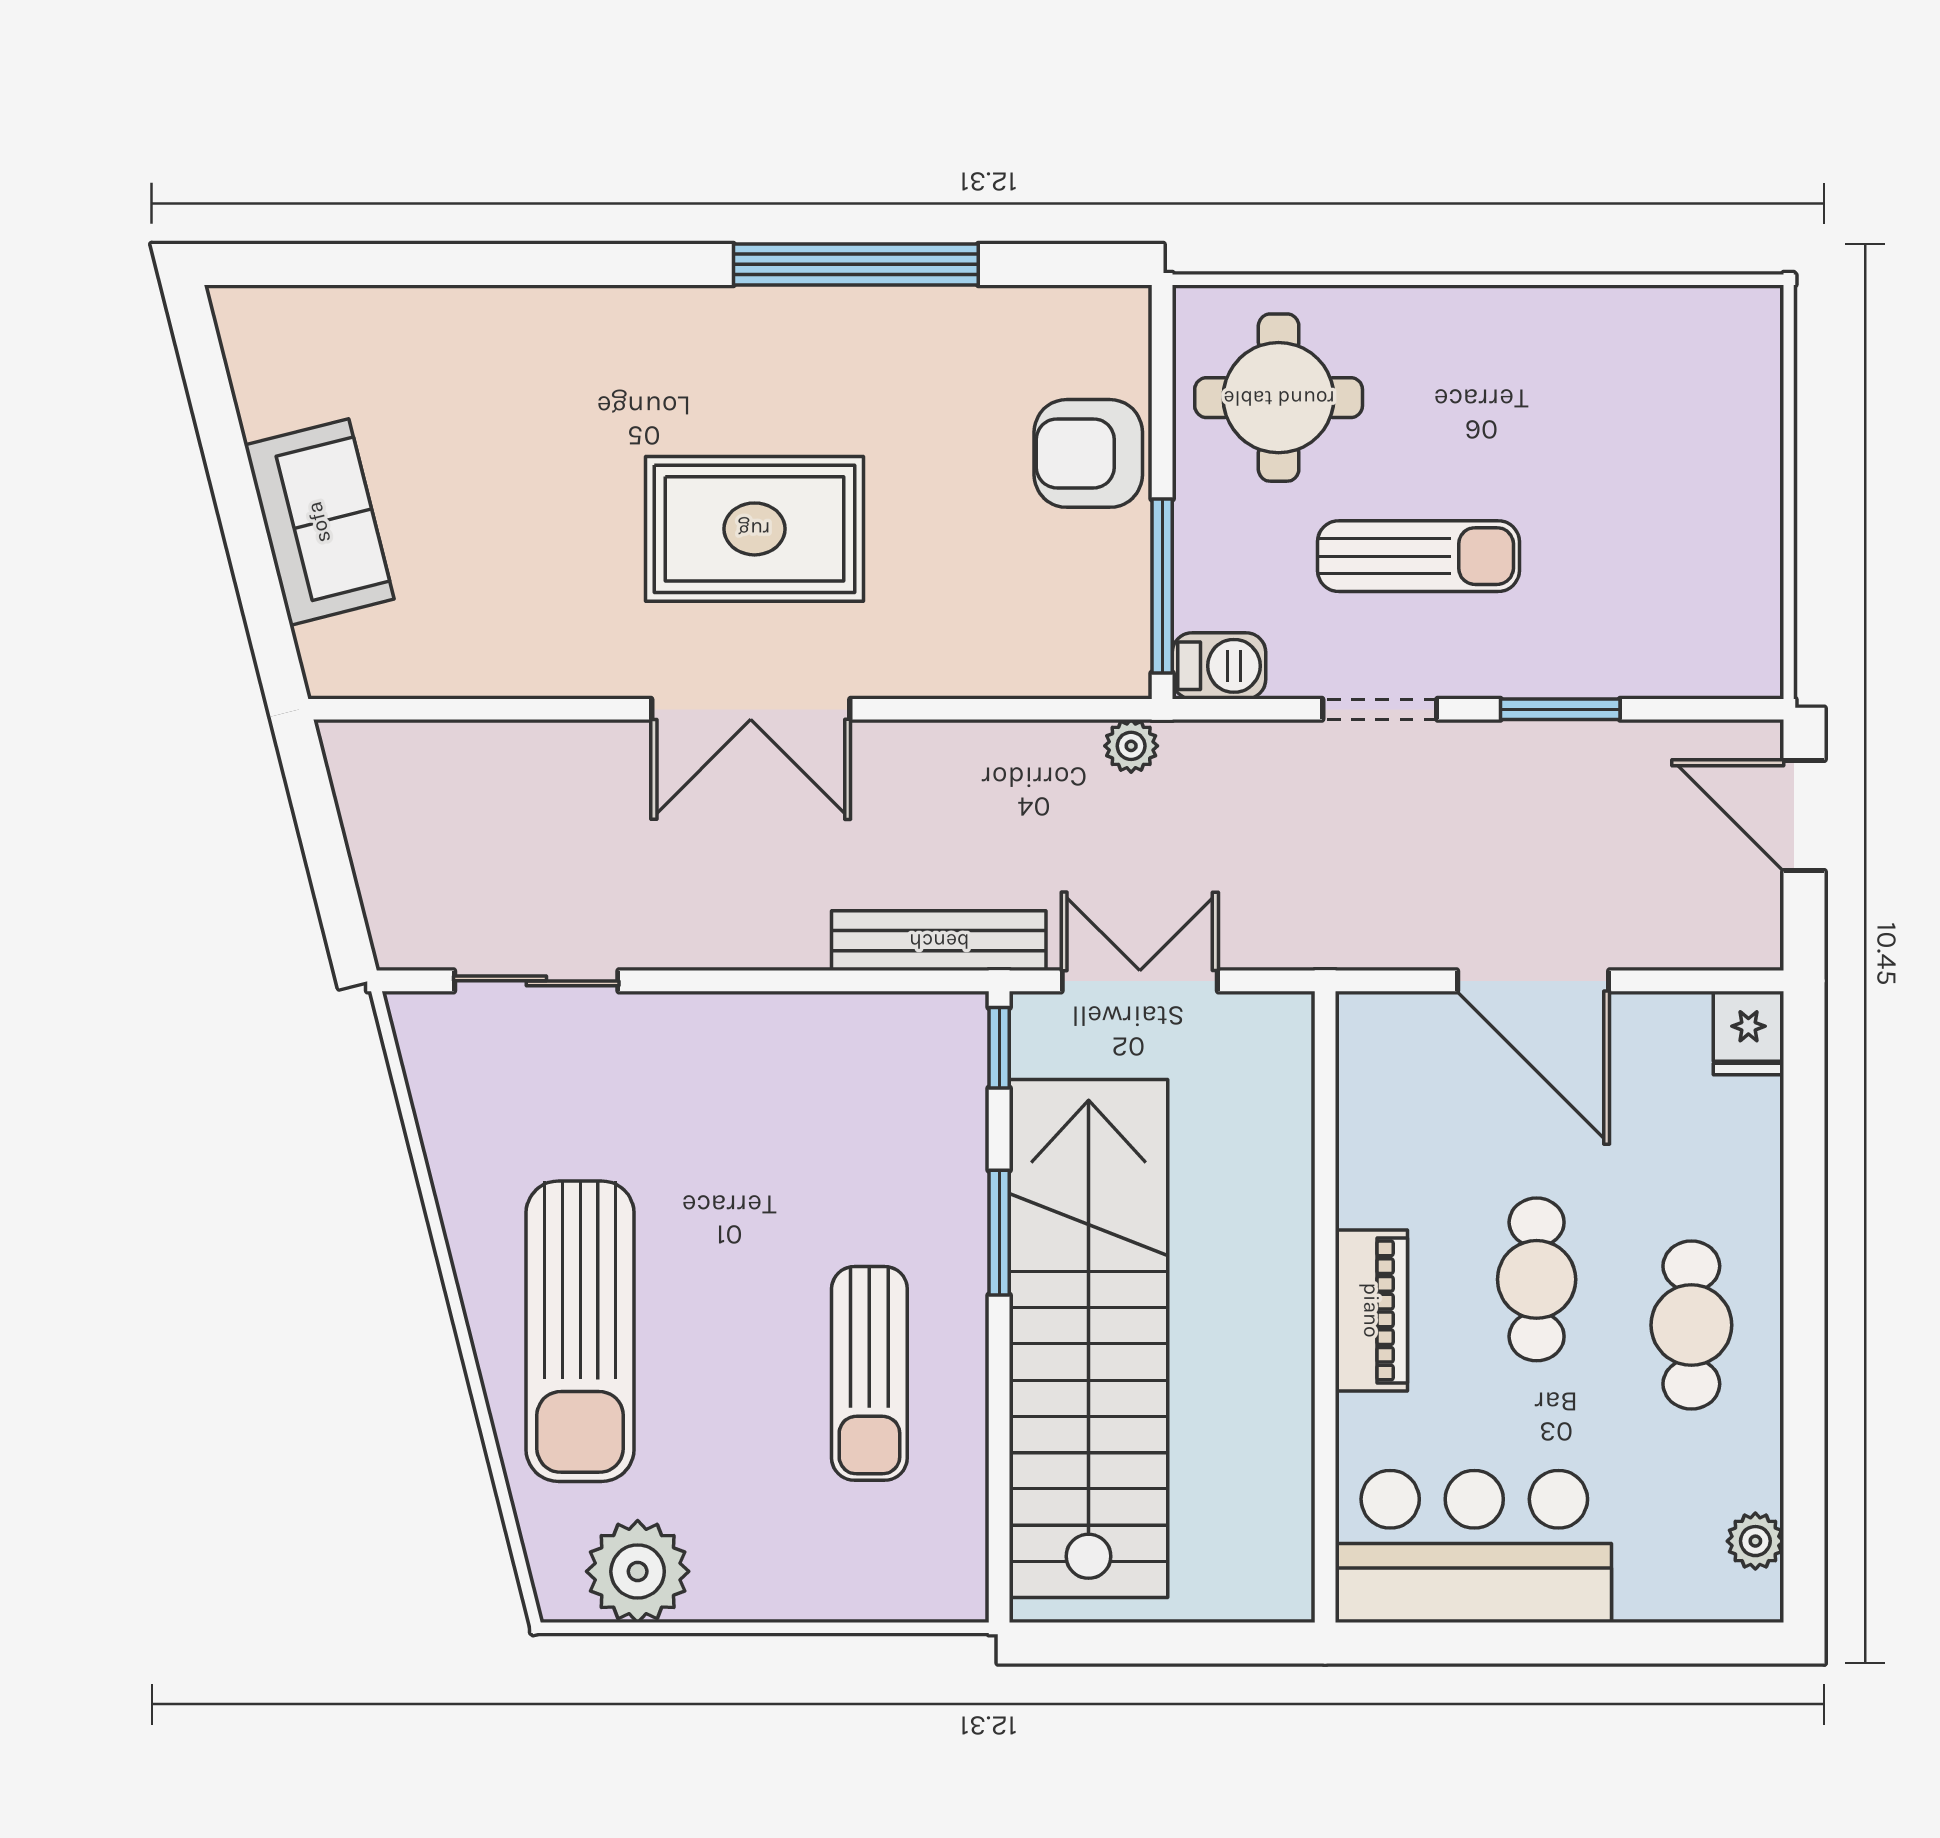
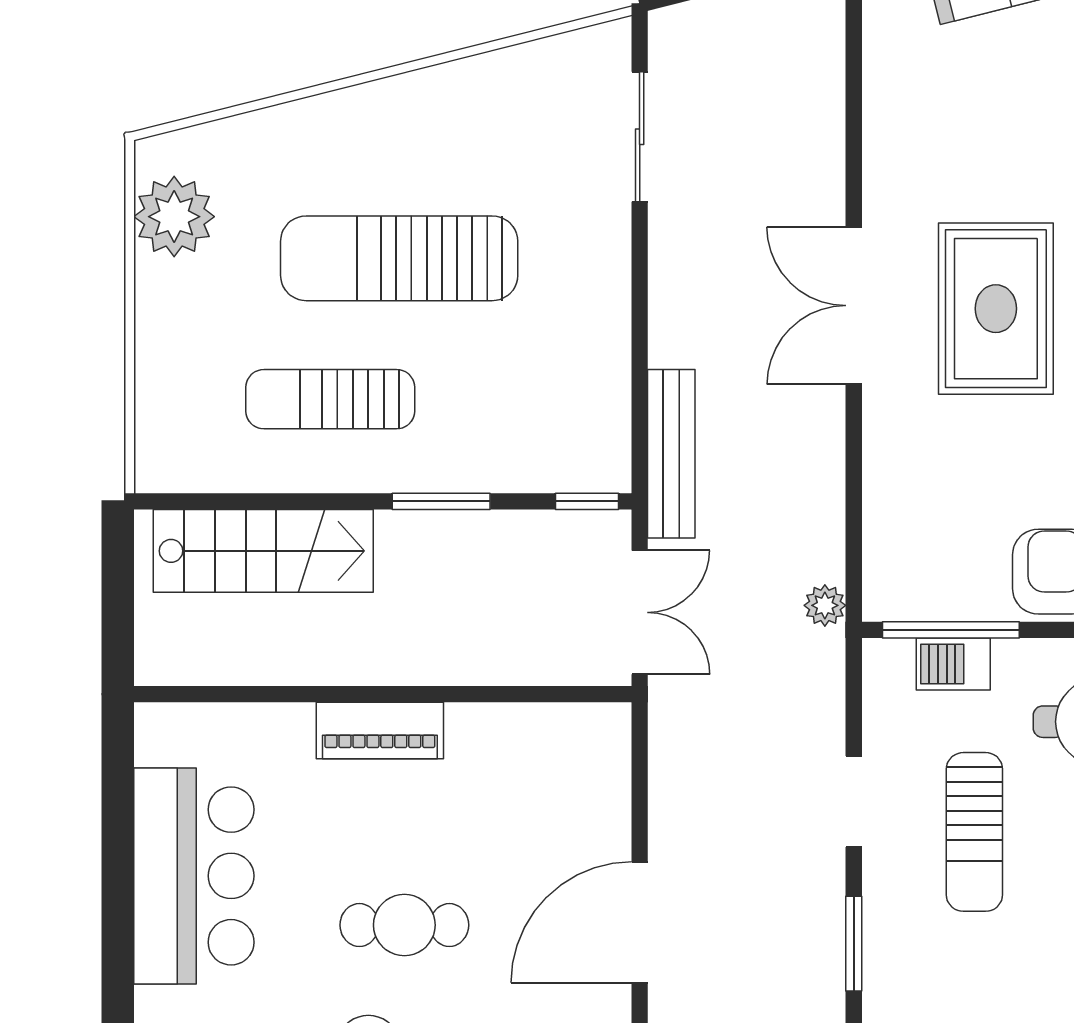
barbecue: (1219, 666) -> (953, 664), moved, turned 90
wall: (1325, 1307) -> (383, 694), moved
piano: (1371, 1310) -> (380, 731), moved
sun lounger: (580, 1331) -> (399, 258), moved
stairs: (1089, 1339) -> (263, 551), width x0.54, depth x0.66

